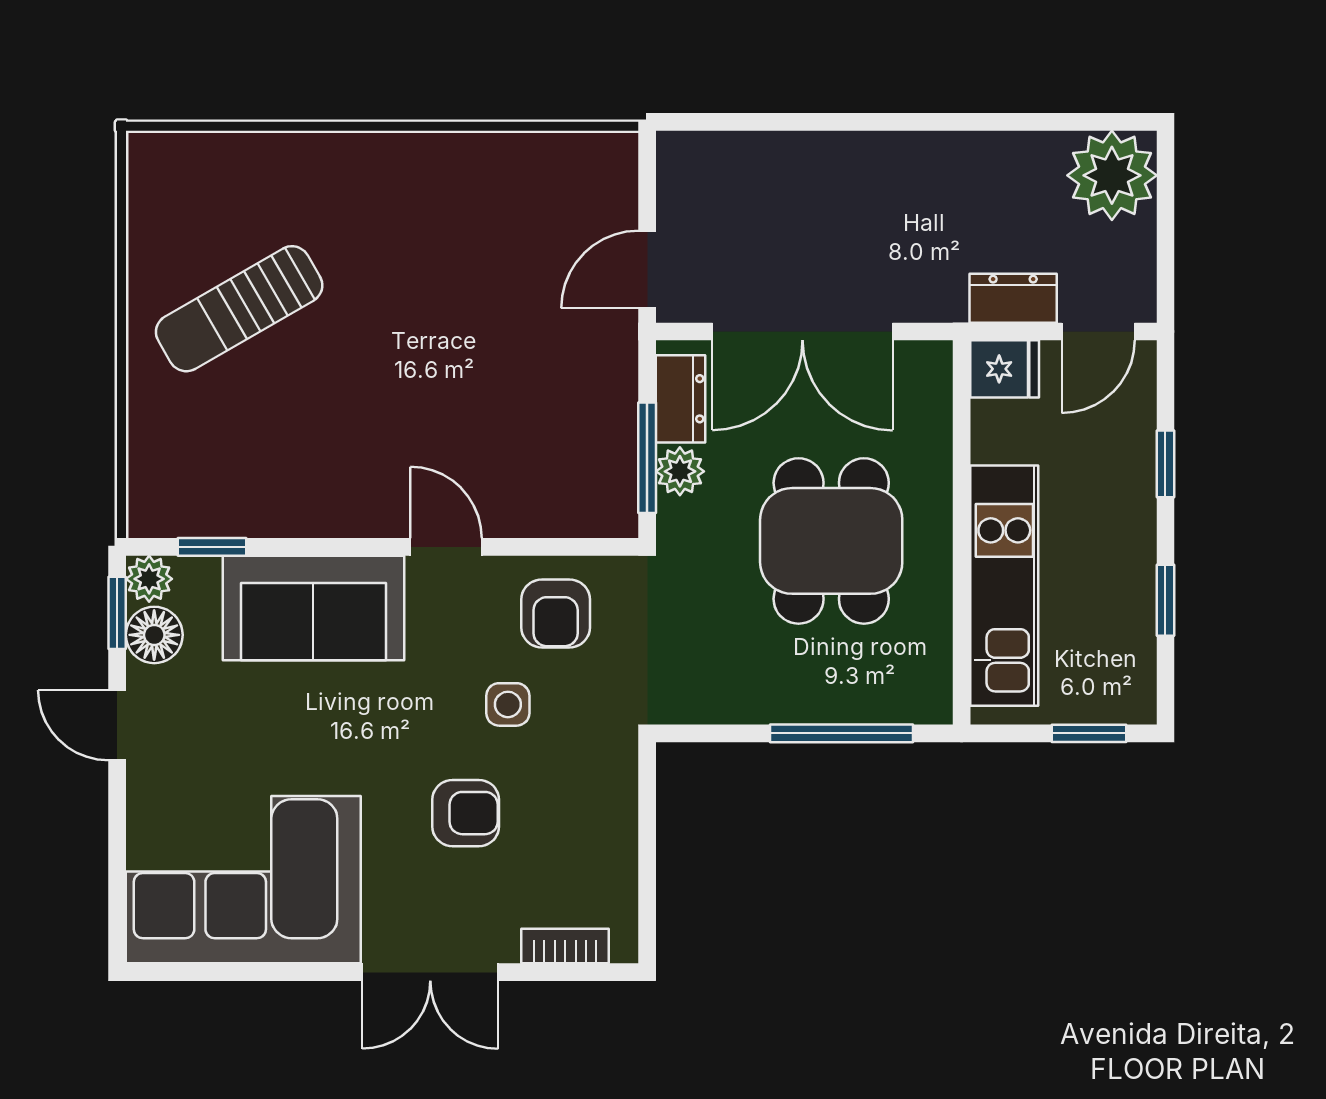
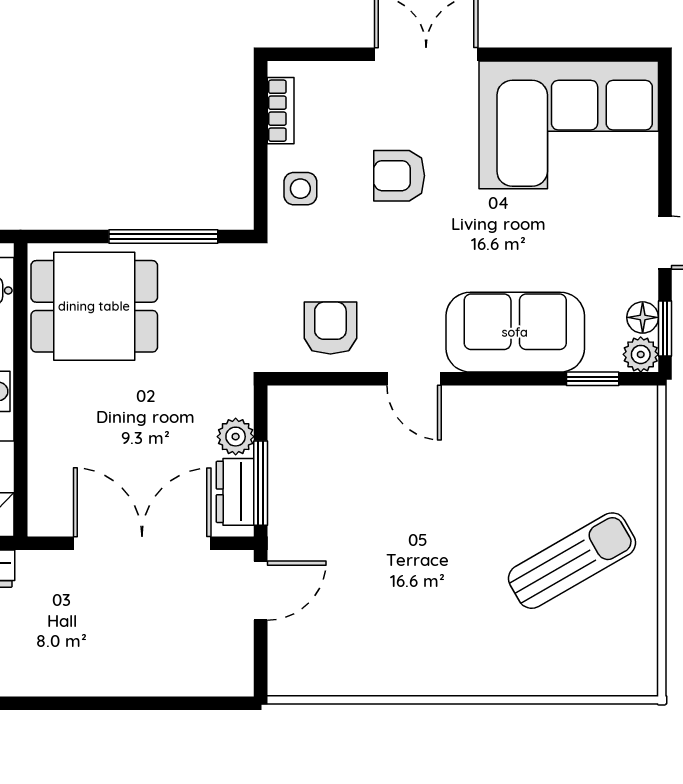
window: (647, 458) -> (261, 483), moved
dining table: (831, 541) -> (94, 306), moved, turned 90
floor lamp: (154, 635) -> (643, 317), width x0.73, depth x0.73
side table: (508, 704) -> (300, 189), moved
window: (841, 733) -> (163, 237), moved
bookcase: (565, 946) -> (281, 111), moved, turned -90

